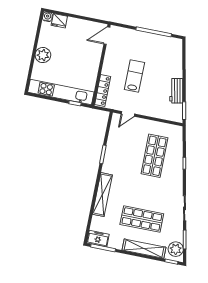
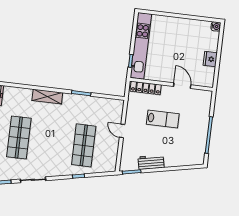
fridge: (59, 21) -> (210, 59), moved
door: (107, 36) -> (182, 86), moved
plant: (43, 55) -> (177, 25), removed
door: (128, 114) -> (122, 131), moved
shop shelf: (154, 156) -> (84, 145), turned 90
shelving: (102, 195) -> (47, 97), width x0.68

